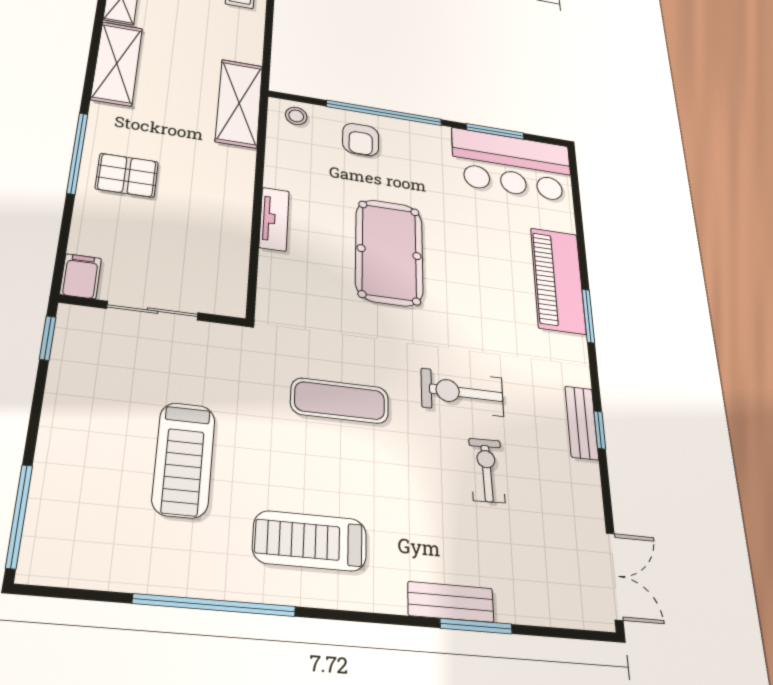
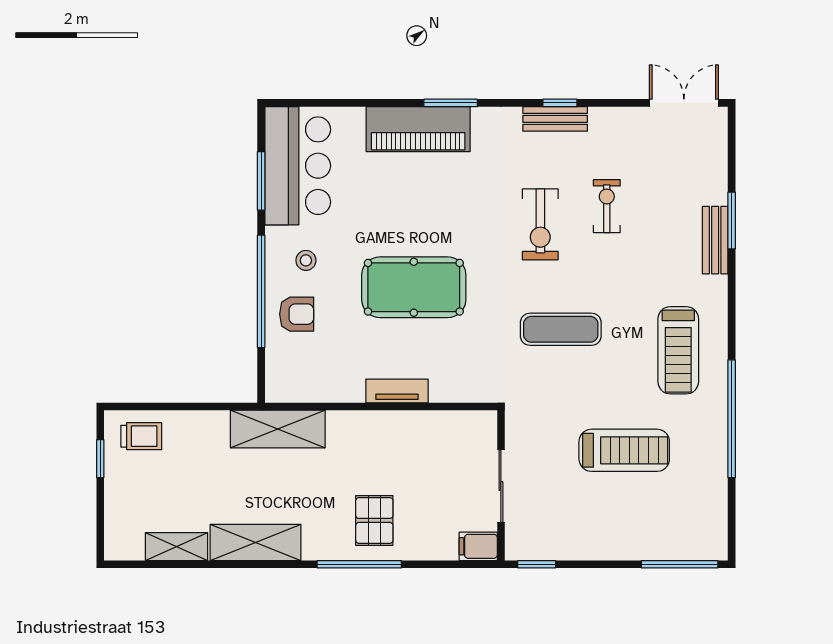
stool: (296, 116) -> (306, 260), moved
exercise mat: (340, 401) -> (561, 329), turned 90
exercise bike: (487, 470) -> (607, 206), turned 92

